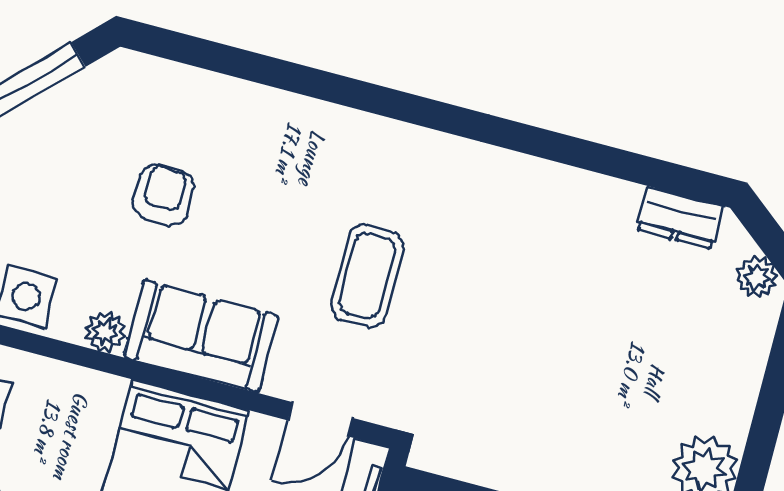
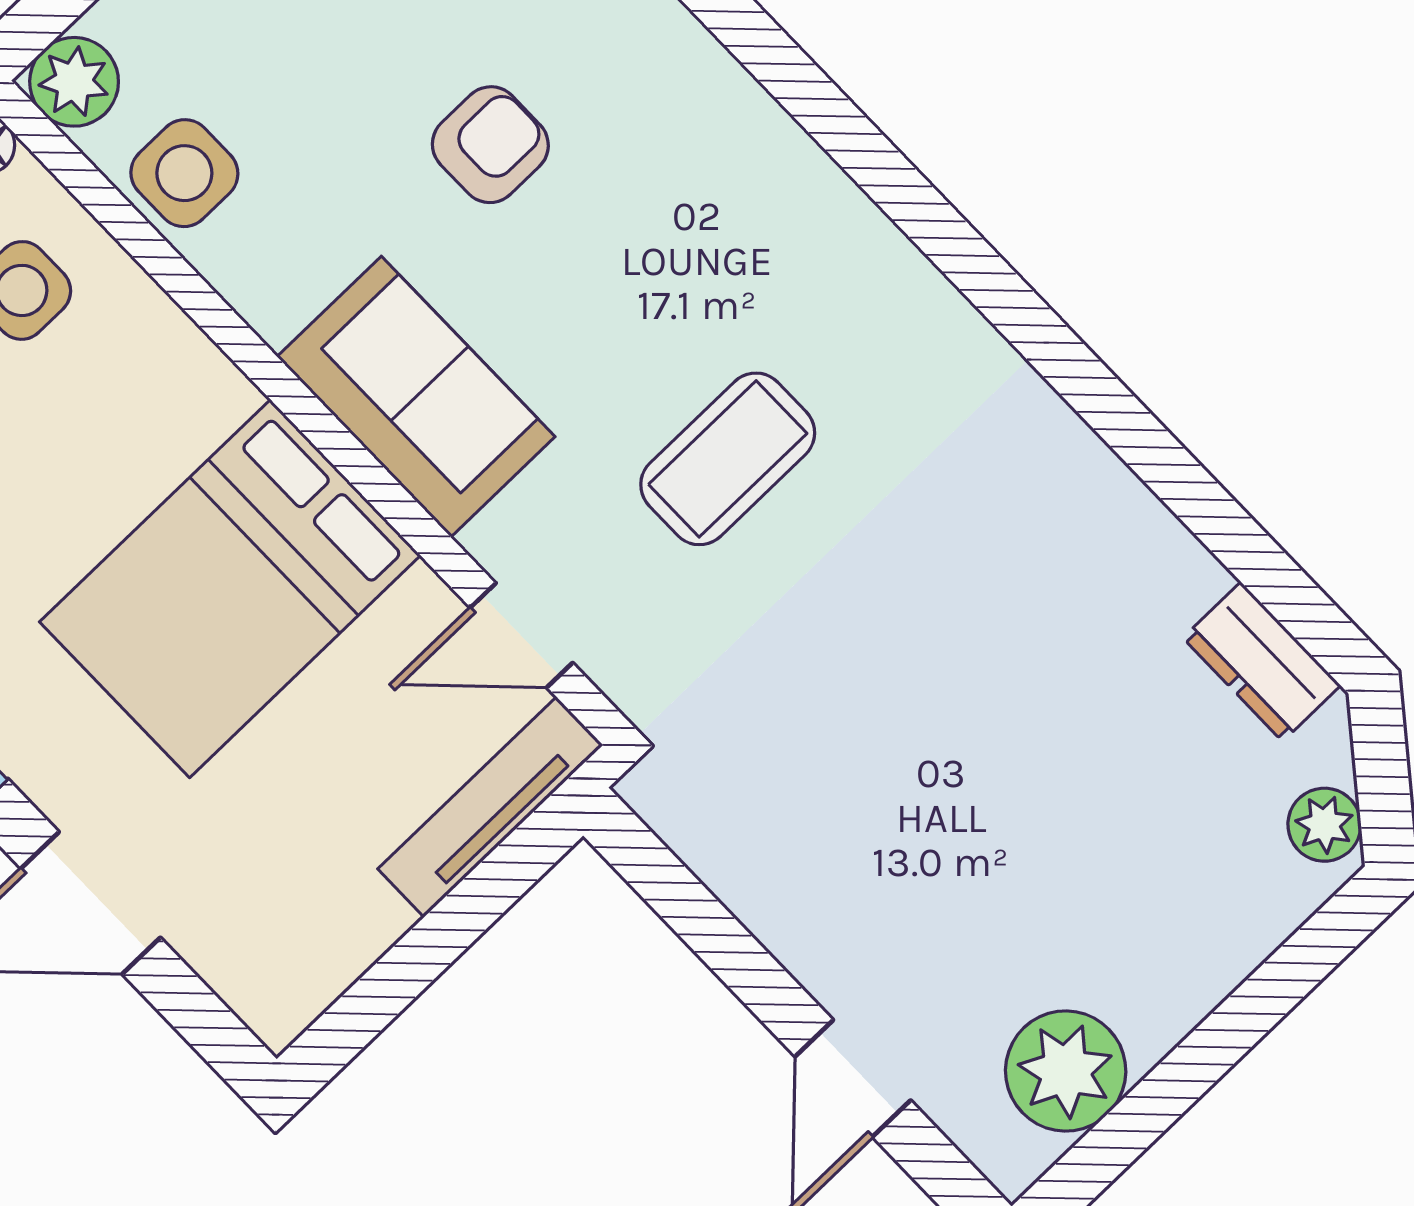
plant: (105, 332) -> (273, 301), removed

